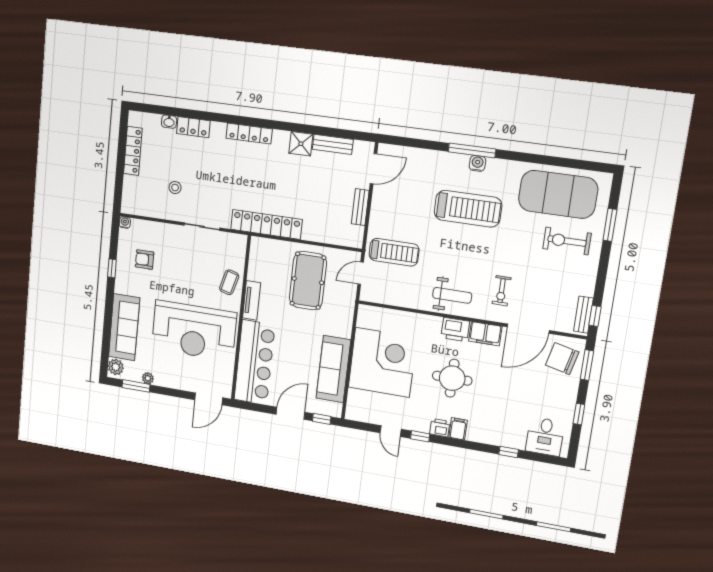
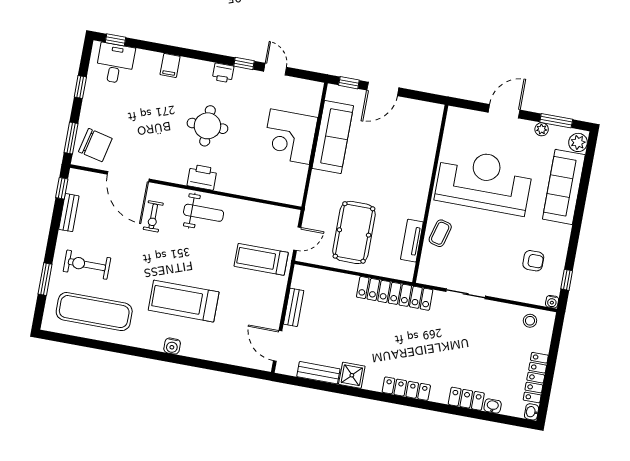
washbasin: (134, 118) -> (532, 412), added
window: (472, 150) -> (177, 359), removed
door: (373, 169) -> (278, 346), hinge flipped
stool: (175, 188) -> (530, 321), moved
exercise mat: (558, 194) -> (94, 312), width x0.68
exercise bike: (567, 241) -> (87, 265), turned 180
window: (112, 268) -> (567, 280), moved
exercise bike: (502, 291) -> (153, 216), turned 180
weight bench: (452, 295) -> (204, 213), turned 180
tv unit: (252, 300) -> (412, 241), moved
bench: (583, 315) -> (69, 213), moved
door: (528, 329) -> (128, 177), swing flipped
filing cabinet: (485, 334) -> (171, 172), removed
bar counter: (254, 362) -> (419, 145), removed
corner desk: (382, 362) -> (290, 137), width x0.74, depth x0.74
door: (209, 399) -> (504, 111), moved
filing cabinet: (458, 429) -> (170, 65), moved
window: (509, 452) -> (115, 40), moved

